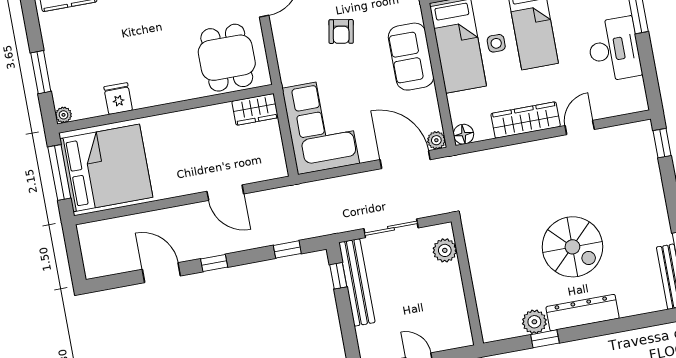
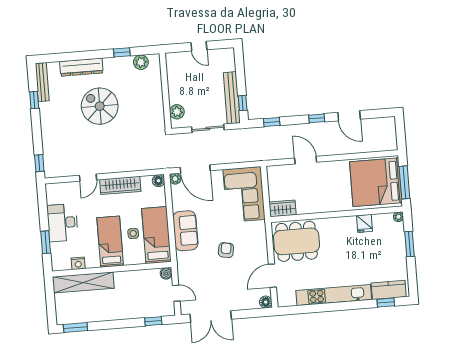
dining table: (227, 58) -> (296, 241), width x1.38
dresser: (583, 313) -> (81, 67), moved
plant: (534, 322) -> (141, 62), moved

